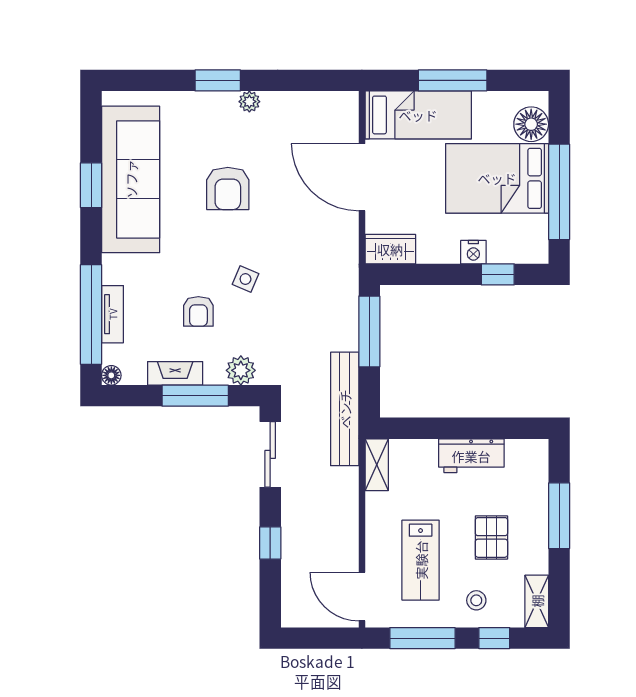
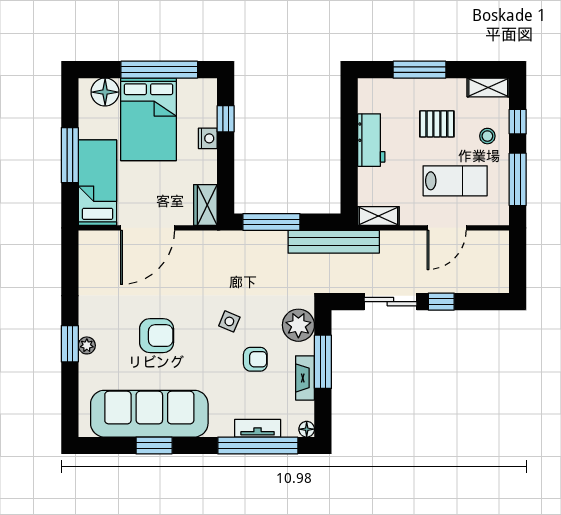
plant: (249, 102) -> (87, 345), moved
plant: (241, 370) -> (298, 325), width x1.36, depth x1.36
sliding door: (270, 454) -> (390, 302), moved
door: (362, 597) -> (447, 228), moved

